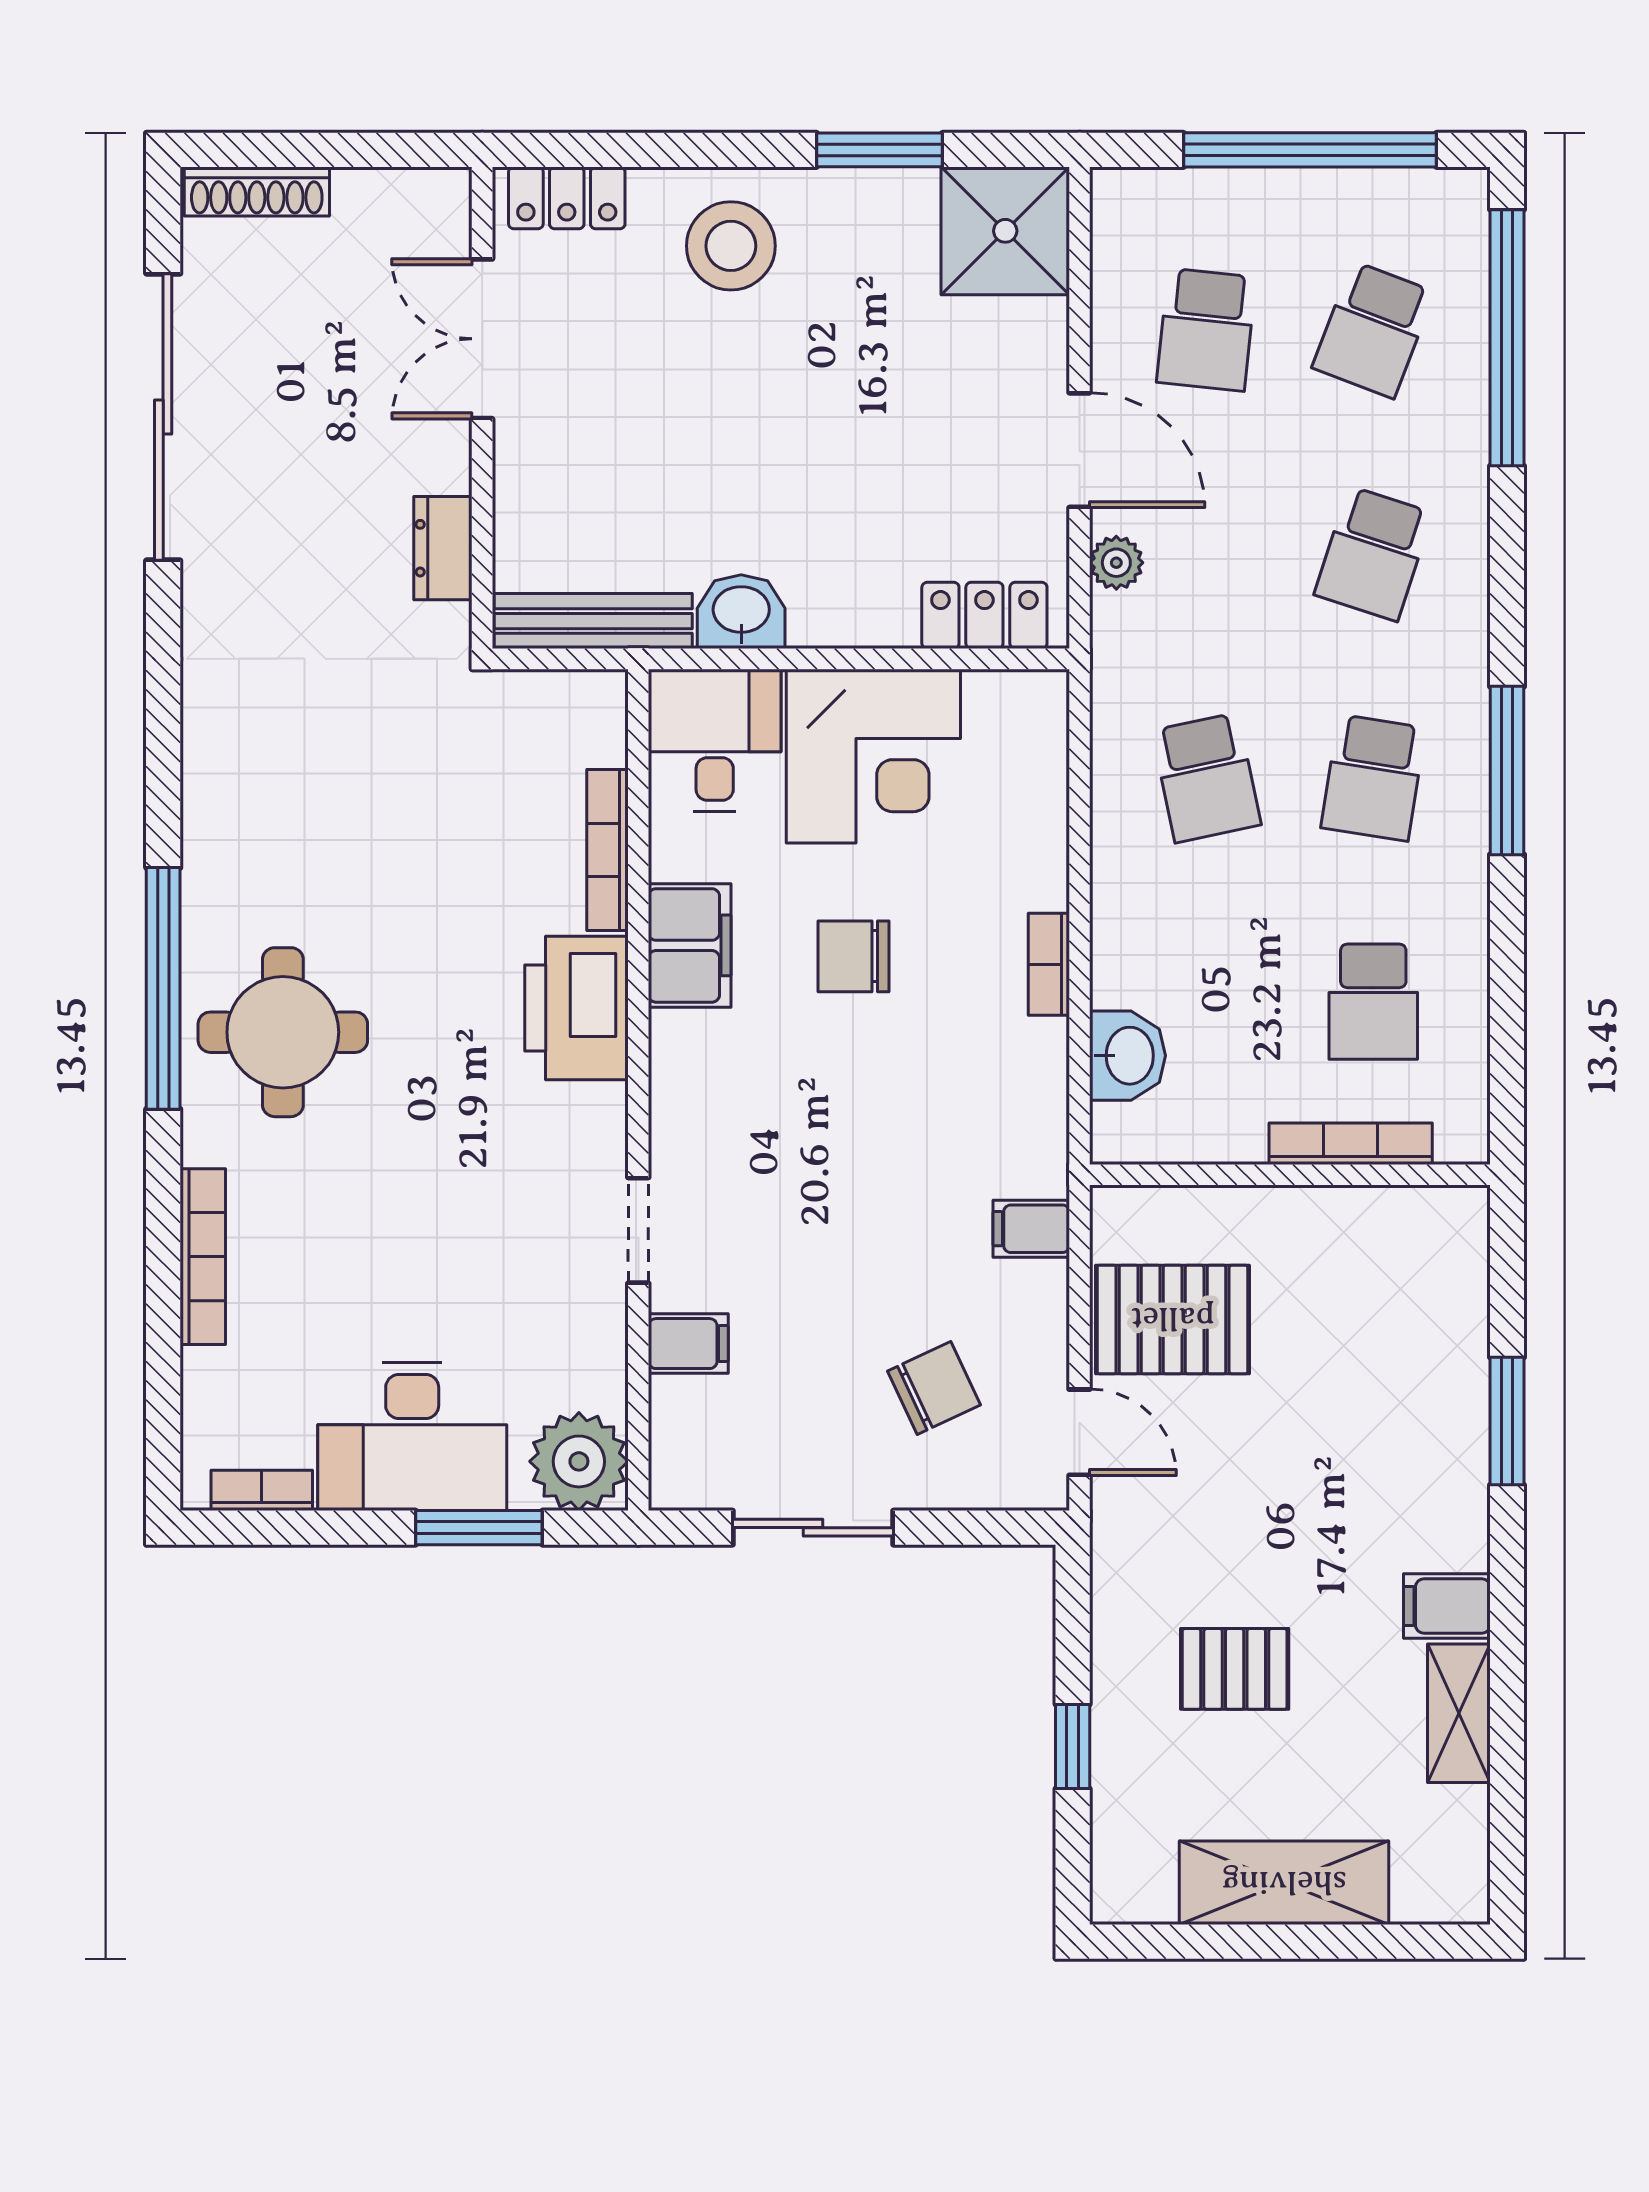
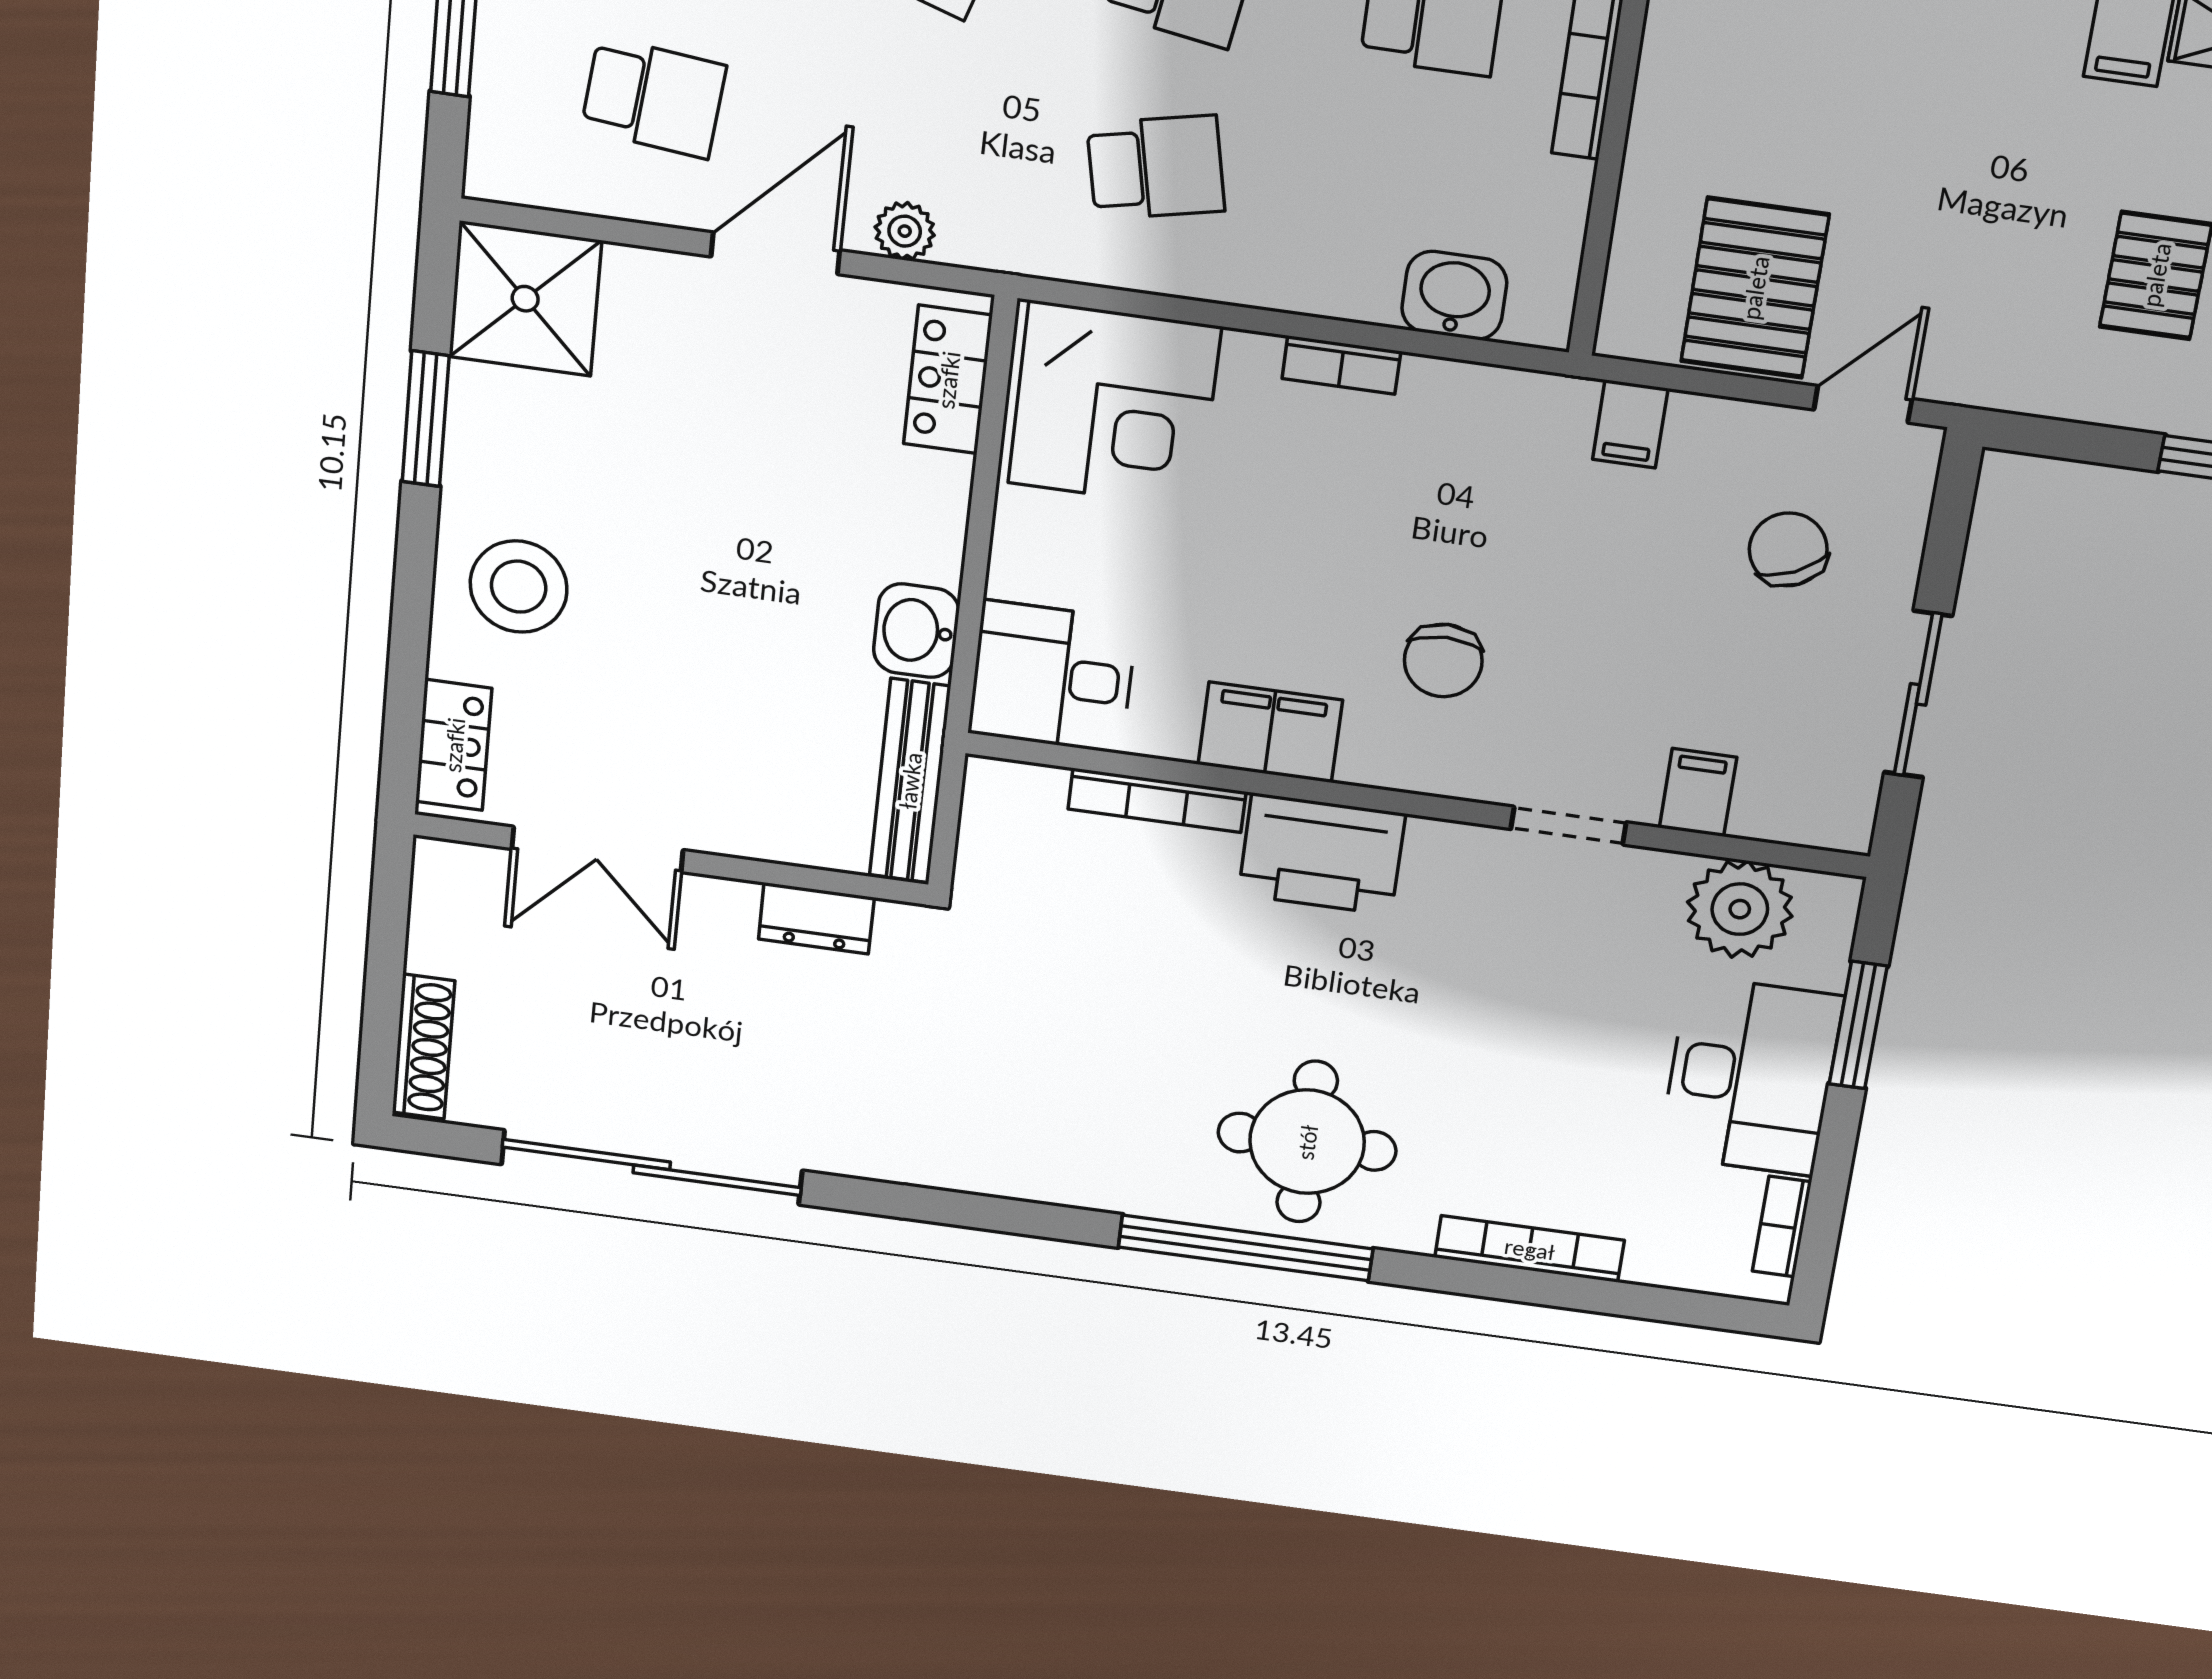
corner desk: (873, 756) -> (1114, 405), moved, turned 90
chair: (853, 956) -> (1443, 660), moved
plant: (579, 1461) -> (1740, 909), moved

